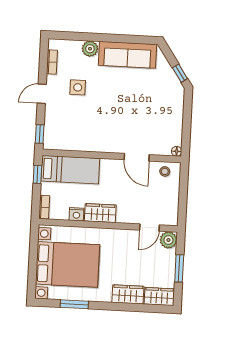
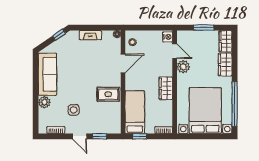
fireplace: (177, 115) -> (90, 35), added
window: (40, 134) -> (99, 136), moved
rug: (96, 135) -> (108, 94), added
nightstand: (76, 214) -> (168, 37), moved
plant: (168, 240) -> (183, 67), moved
window: (74, 304) -> (235, 104), width x2.11

